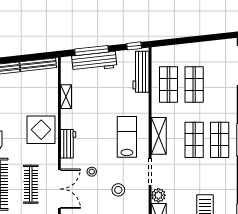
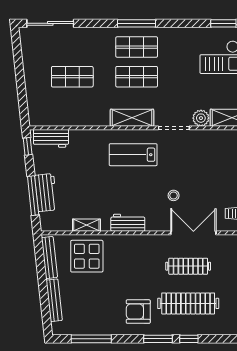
workbench: (94, 62) -> (46, 193), width x0.73
workbench: (141, 72) -> (51, 138), width x0.73
shop shelf: (168, 84) -> (72, 106), removed
display table: (41, 130) -> (87, 256), moved
workbench: (68, 144) -> (128, 223), moved
stool: (118, 190) -> (195, 165), removed

